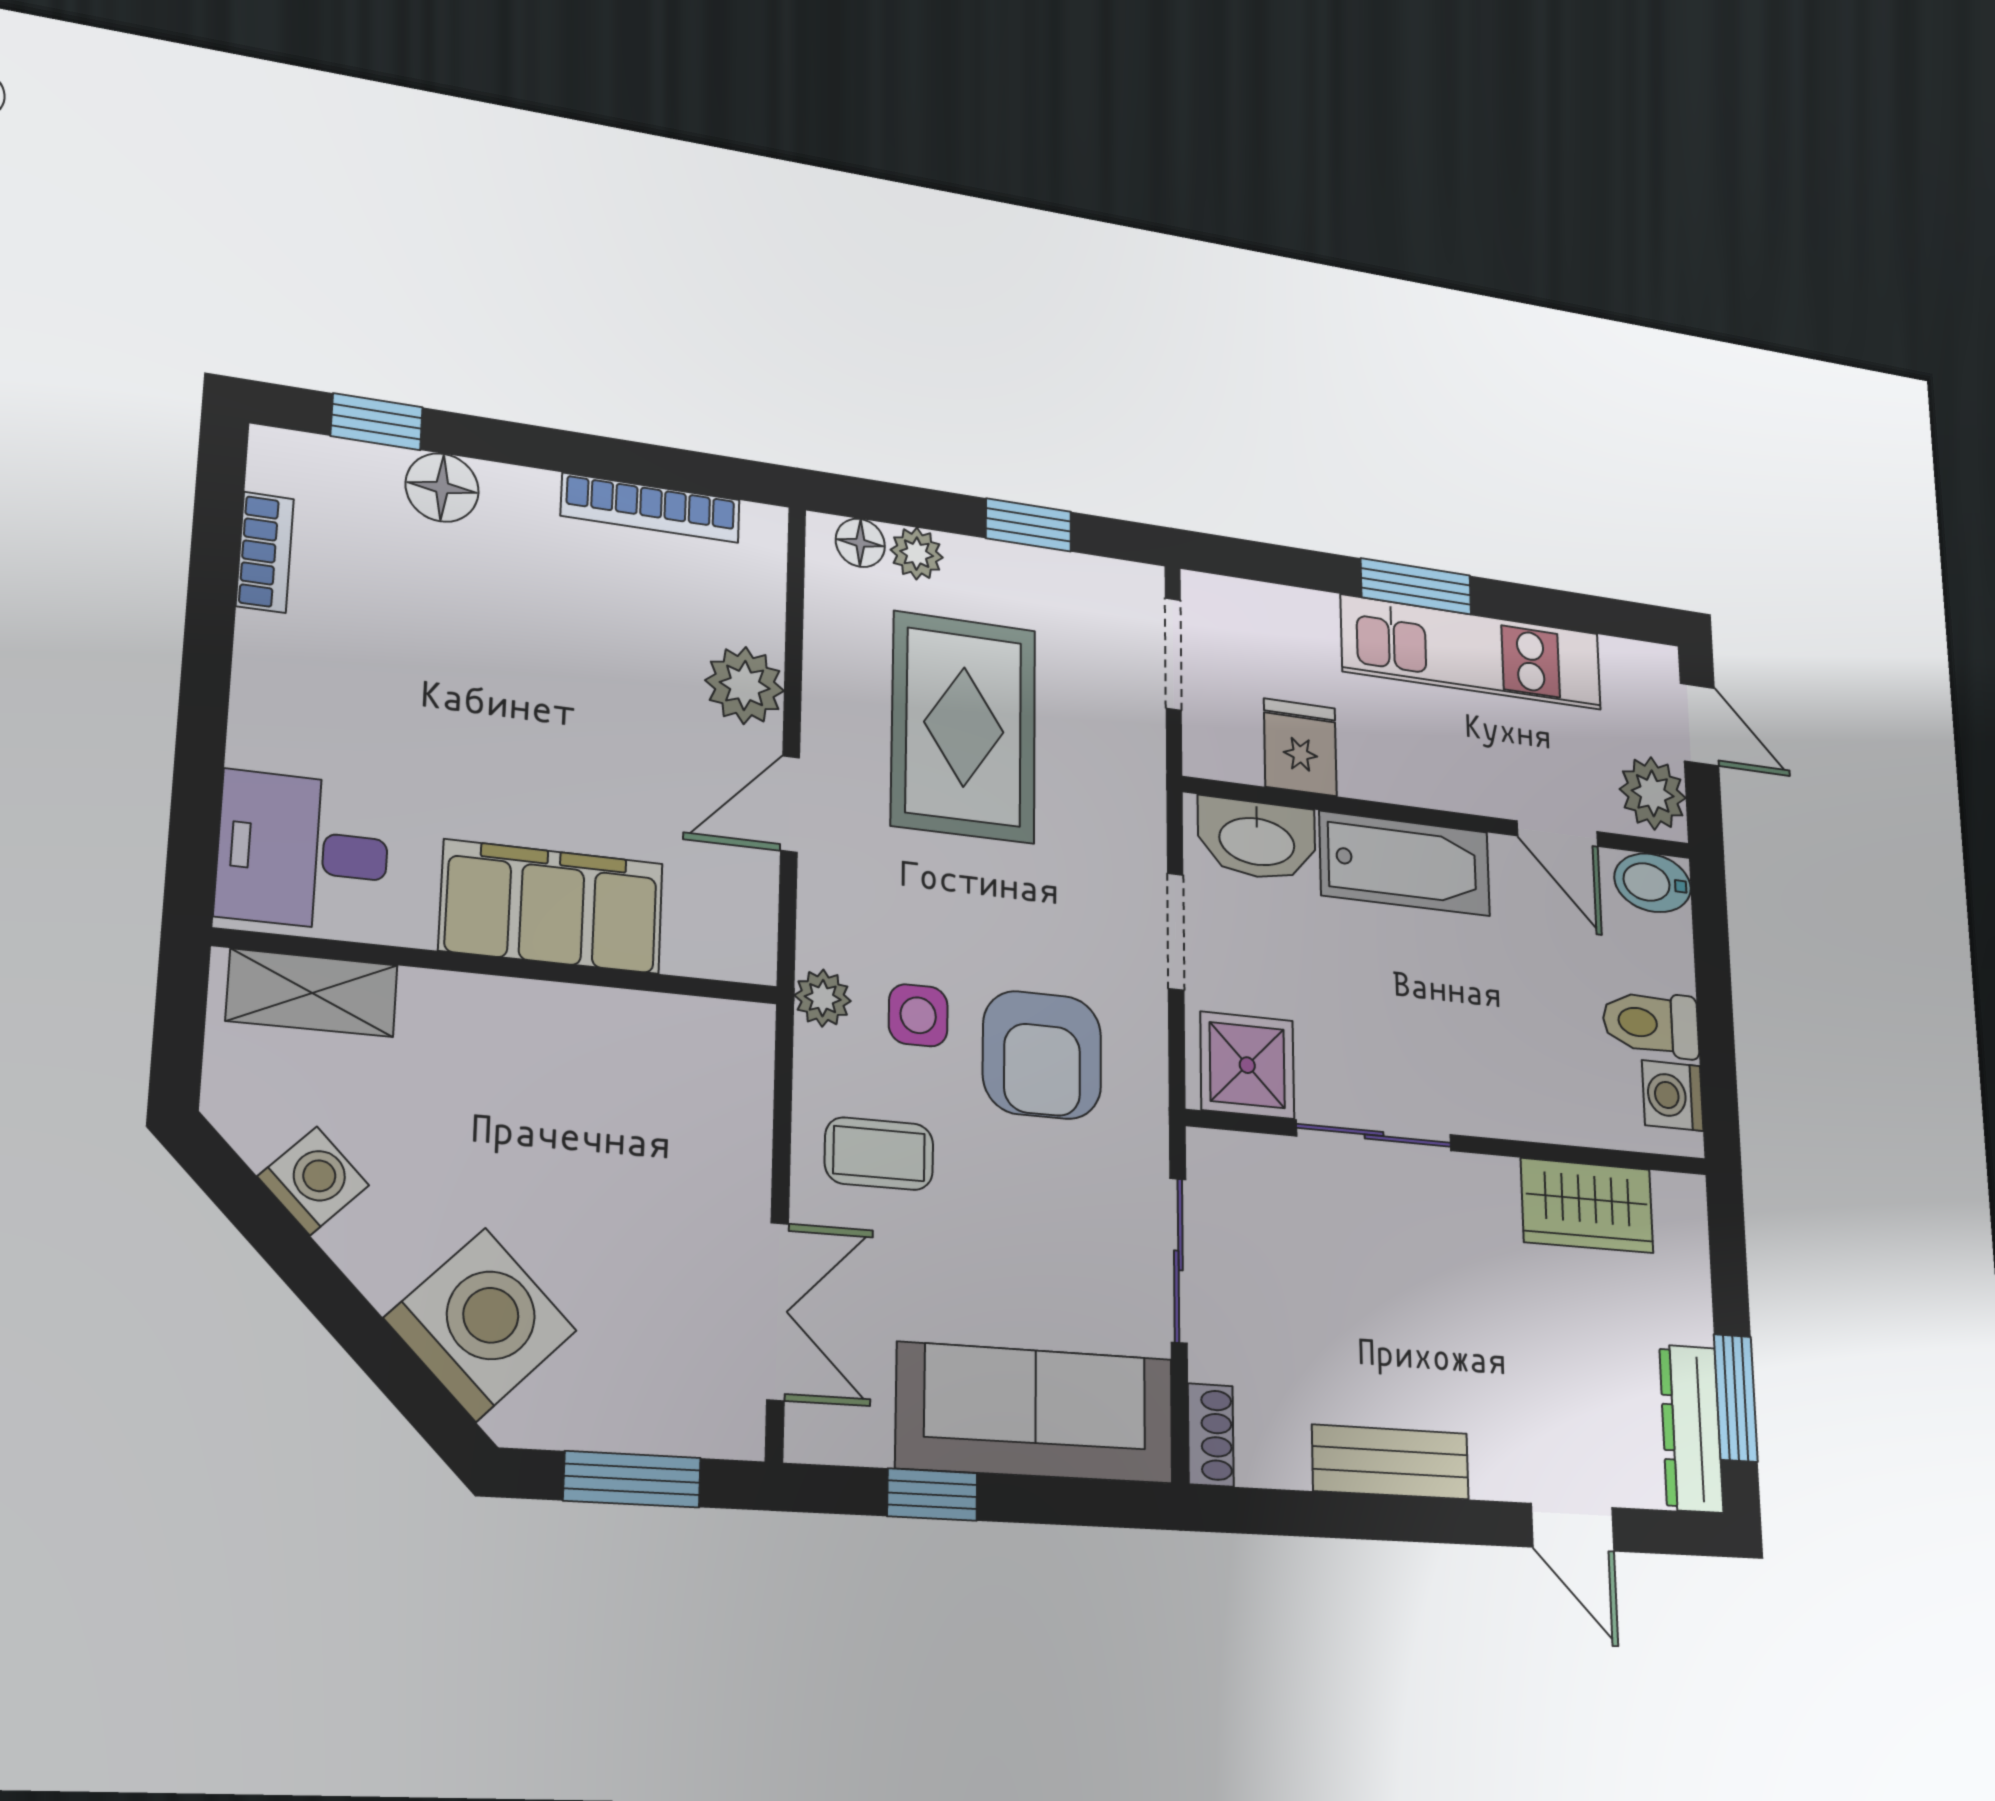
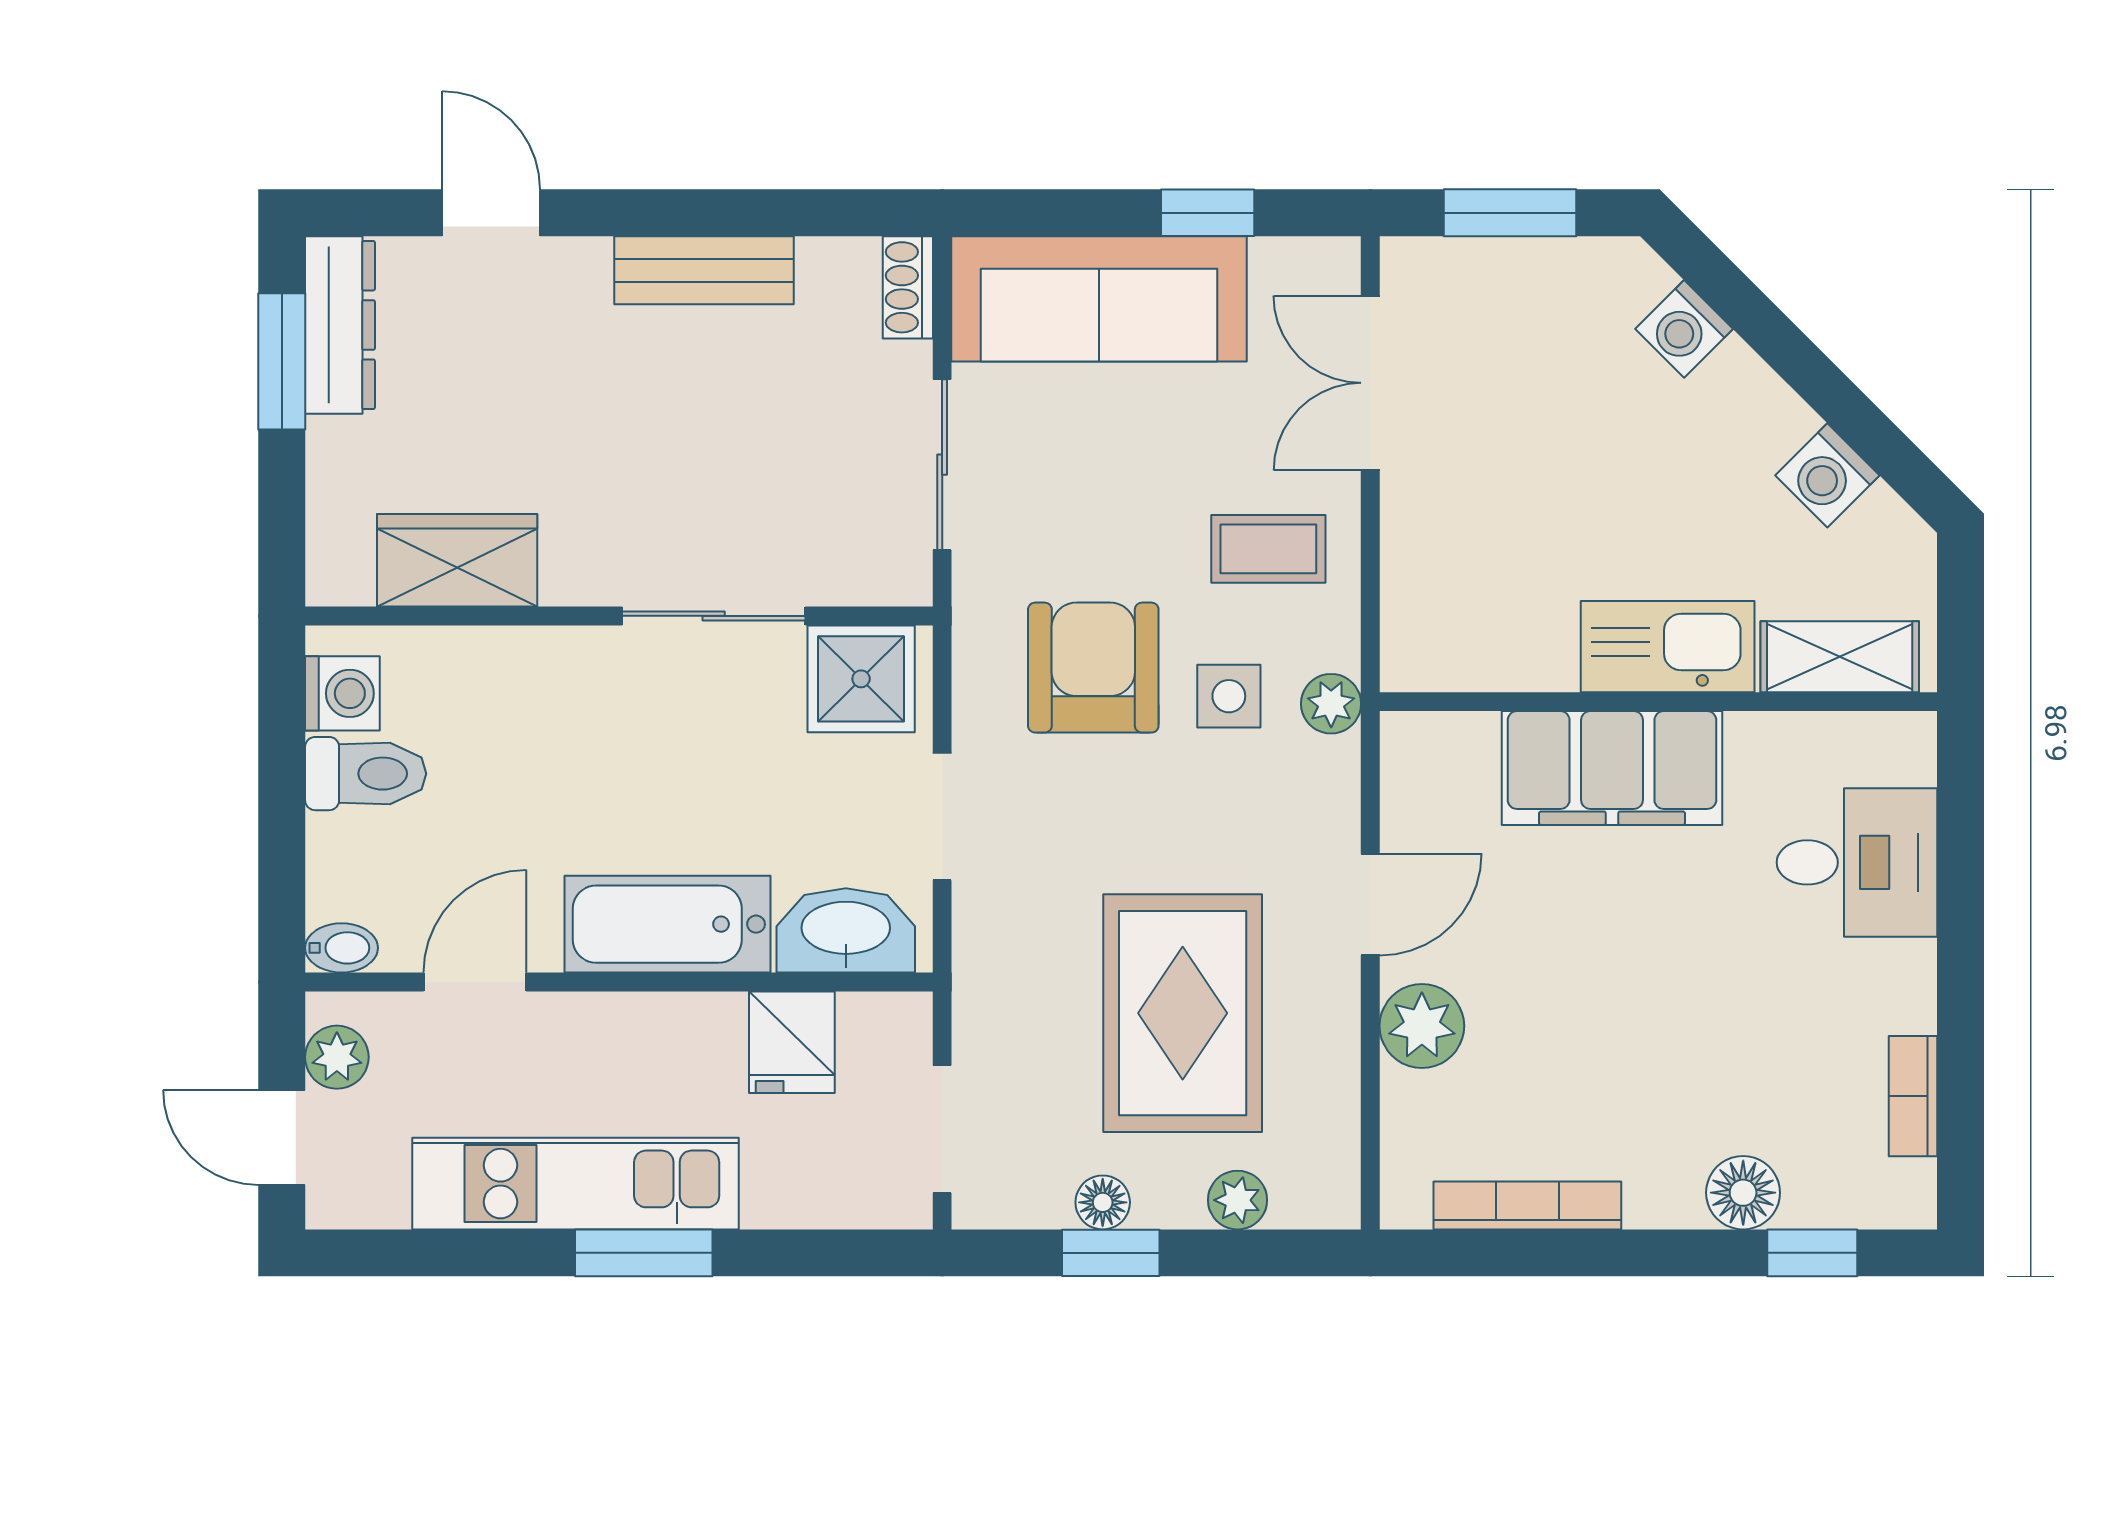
floor lamp: (860, 543) -> (1103, 1202), moved
plant: (1653, 793) -> (337, 1057), width x0.73, depth x0.73
door: (1557, 834) -> (475, 982), hinge flipped
desk: (303, 851) -> (1857, 862), moved
bidet: (1653, 883) -> (342, 948), width x0.72, depth x0.74
kitchen sink: (490, 1021) -> (1668, 647), added
washing machine: (481, 1324) -> (1684, 329), width x0.53, depth x0.53

